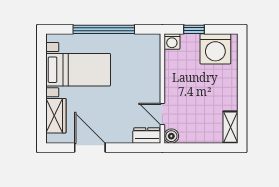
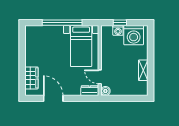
washing machine: (172, 41) -> (118, 30), moved
bed with nightstands: (78, 70) -> (81, 46), moved, turned 90
shelving: (230, 127) -> (143, 70), moved

